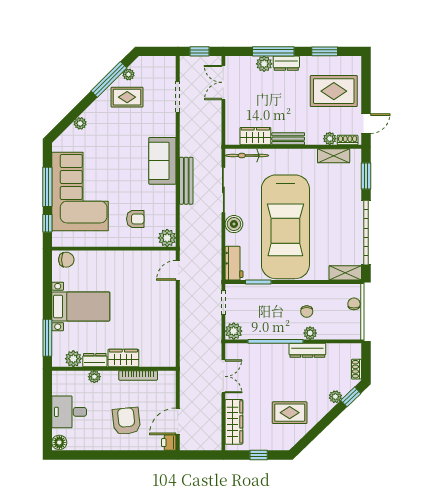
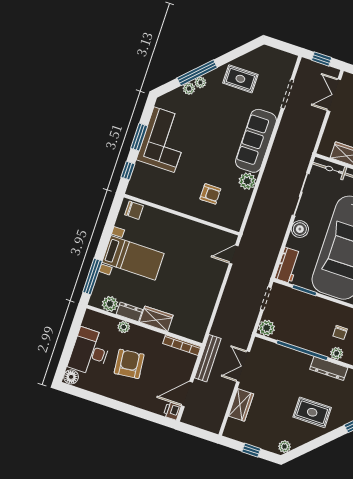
plant: (129, 74) -> (200, 82), moved
window: (109, 79) -> (197, 73), moved
sofa: (162, 161) -> (256, 141), width x1.36
bench: (186, 181) -> (208, 358), moved
window: (47, 187) -> (139, 137), width x0.69
corner sofa: (80, 192) -> (164, 140), width x0.73, depth x0.74
plant: (167, 238) -> (247, 181), moved
bookcase: (138, 375) -> (182, 345), moved
double door: (223, 376) -> (243, 367), swing flipped
plant: (335, 397) -> (284, 447), moved
desk: (69, 412) -> (90, 352), width x1.37
rug: (290, 413) -> (312, 412), moved
armchair: (126, 421) -> (129, 364), moved
wardrobe: (234, 422) -> (241, 405), width x0.67

